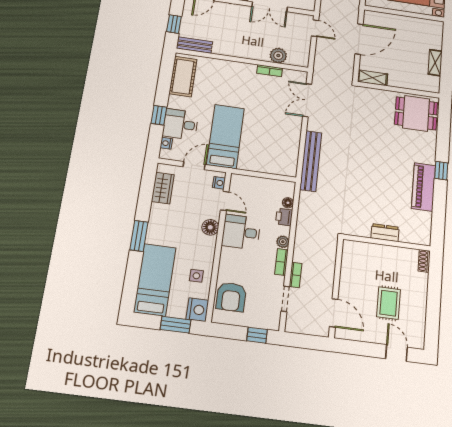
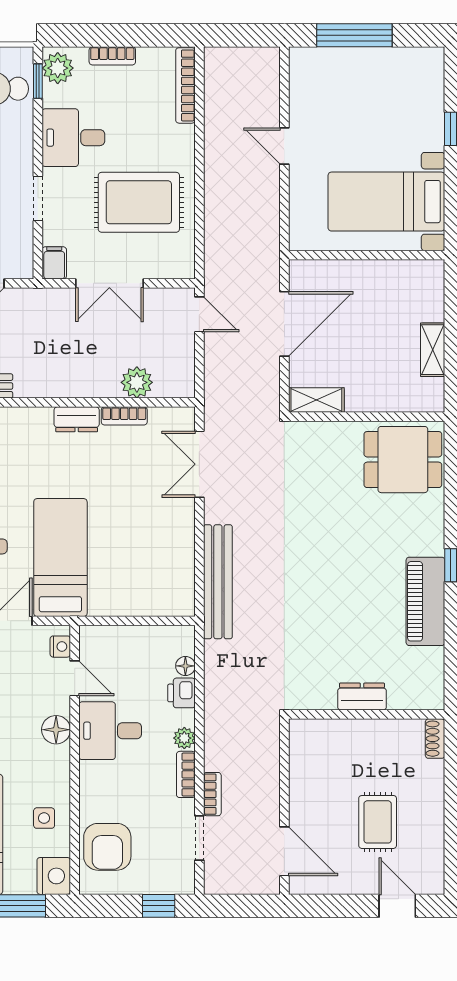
dresser: (244, 69) -> (77, 419), added

